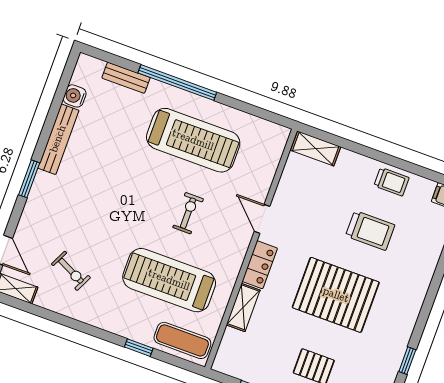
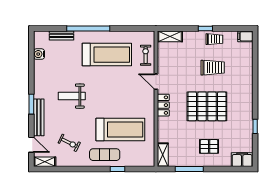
bench: (58, 139) -> (39, 117), moved
window: (383, 157) -> (205, 28), added
weight bench: (105, 191) -> (72, 96), added
exercise bike: (188, 213) -> (146, 55), moved
treadmill: (169, 280) -> (120, 129), turned 180
shelving: (243, 307) -> (163, 155), moved
exercise mat: (182, 340) -> (105, 155), moved

